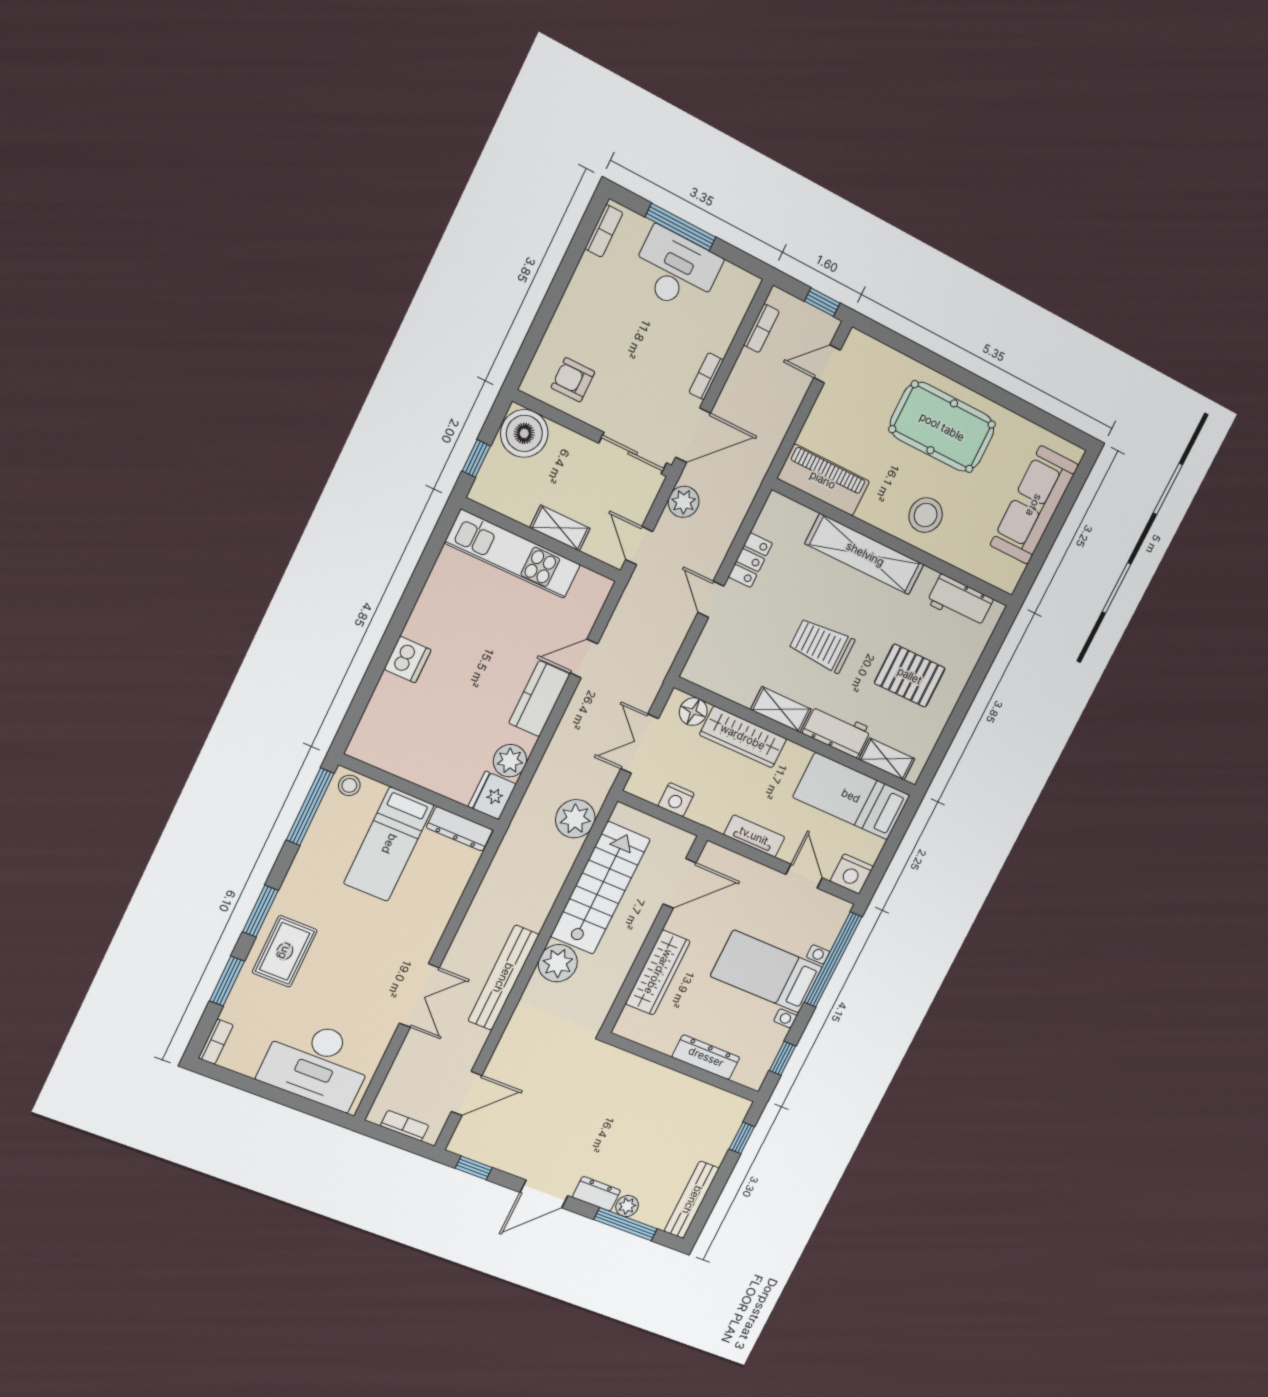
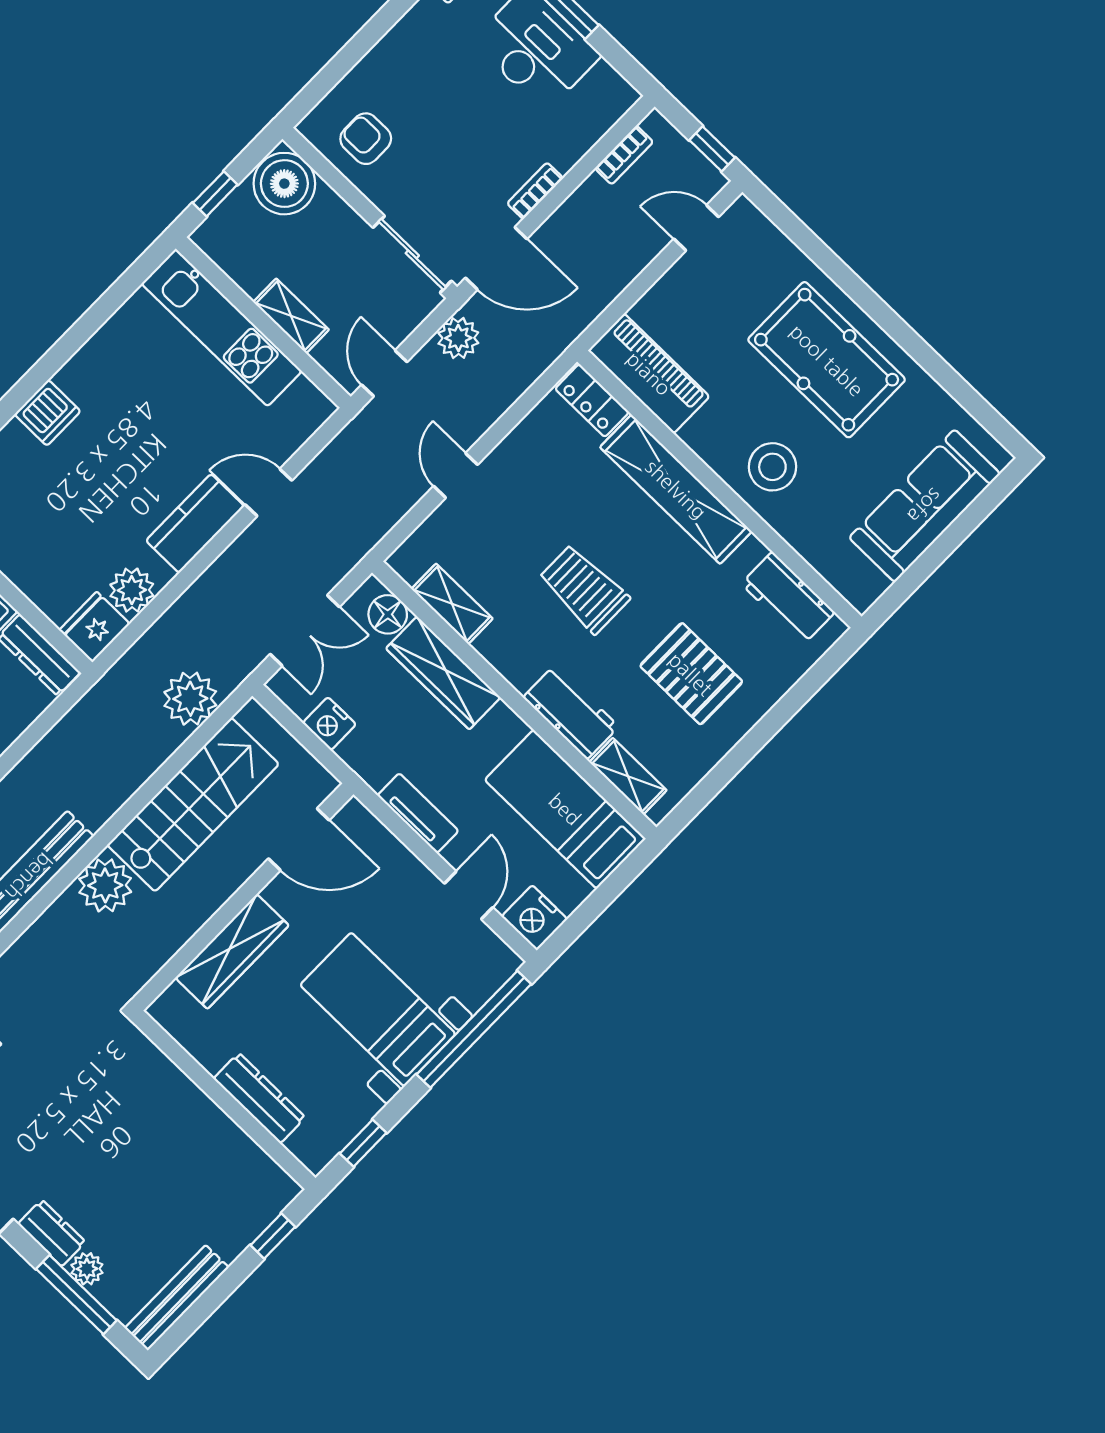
locker: (750, 560) -> (592, 401), moved, turned 90
shelving: (781, 709) -> (452, 604), moved
double door: (640, 744) -> (305, 631), swing flipped

